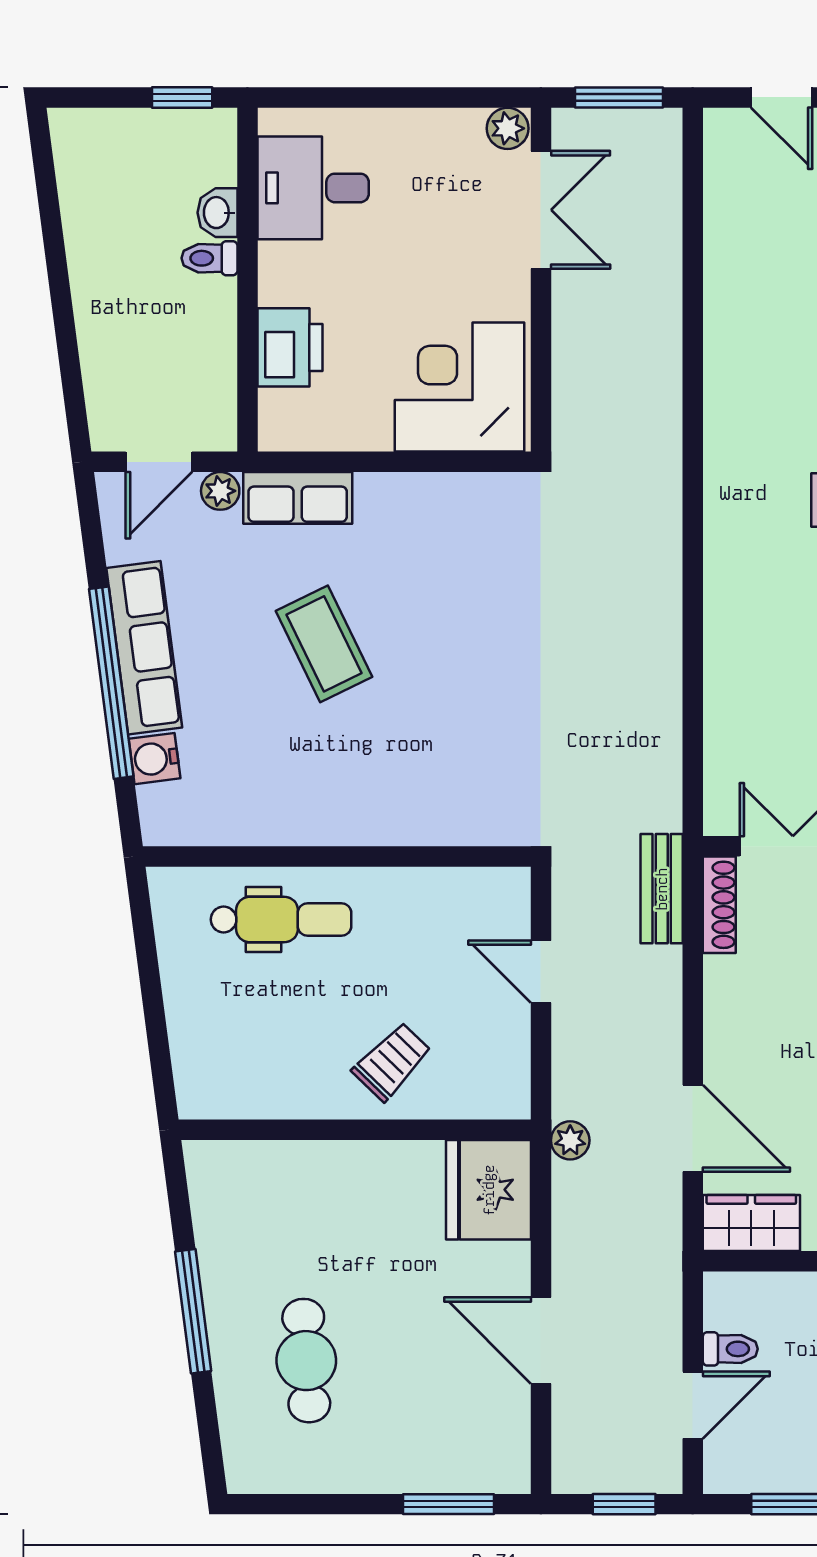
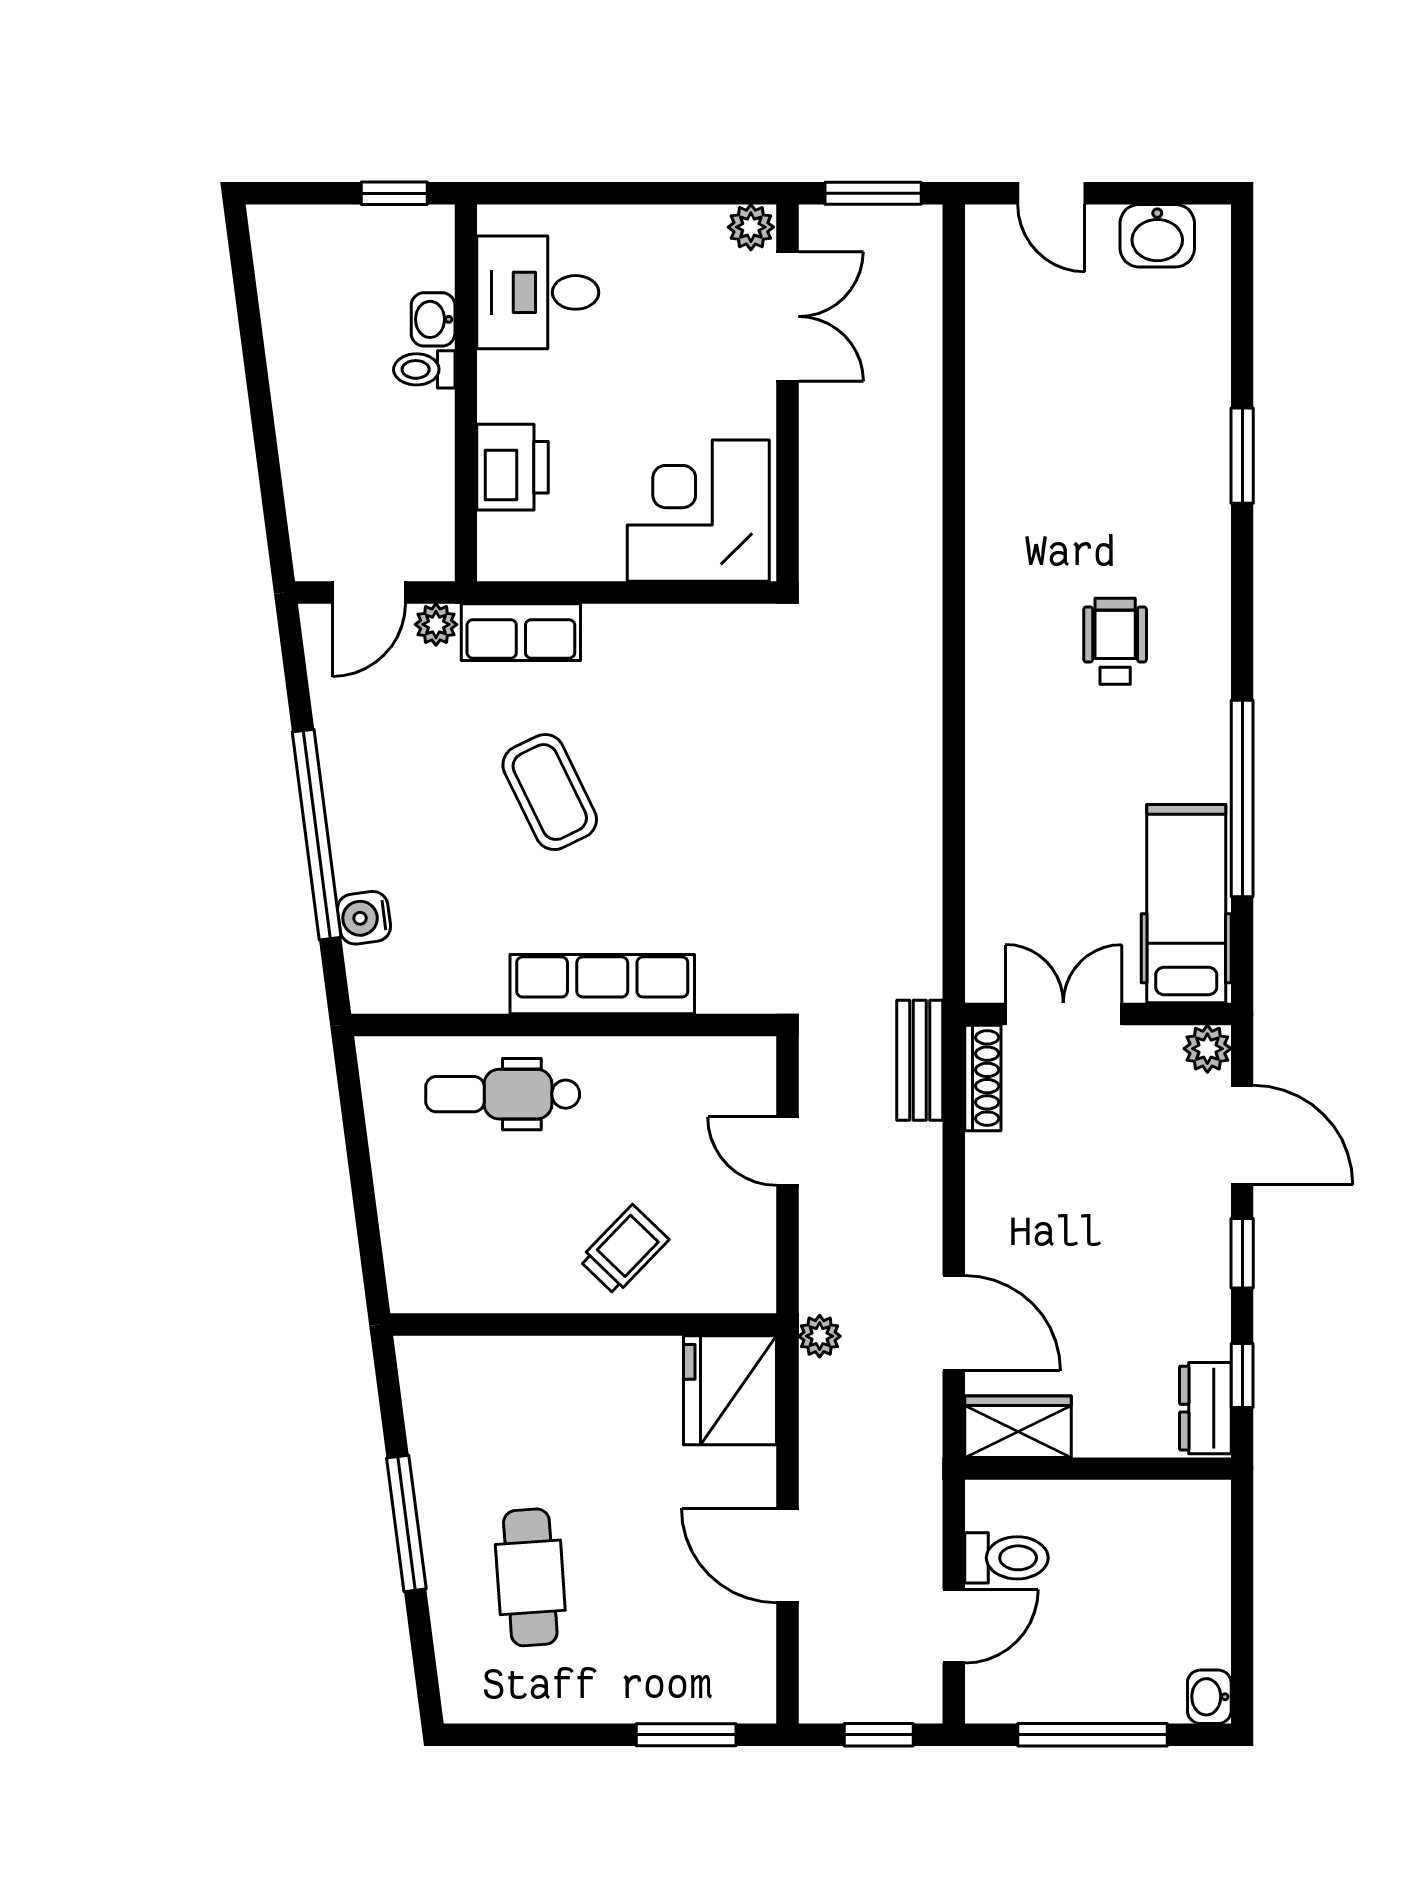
row of seats: (144, 648) -> (602, 984), moved, turned -83
dental chair: (281, 920) -> (503, 1094), turned 180
toilet: (730, 1349) -> (1006, 1558), width x1.37, depth x1.39

